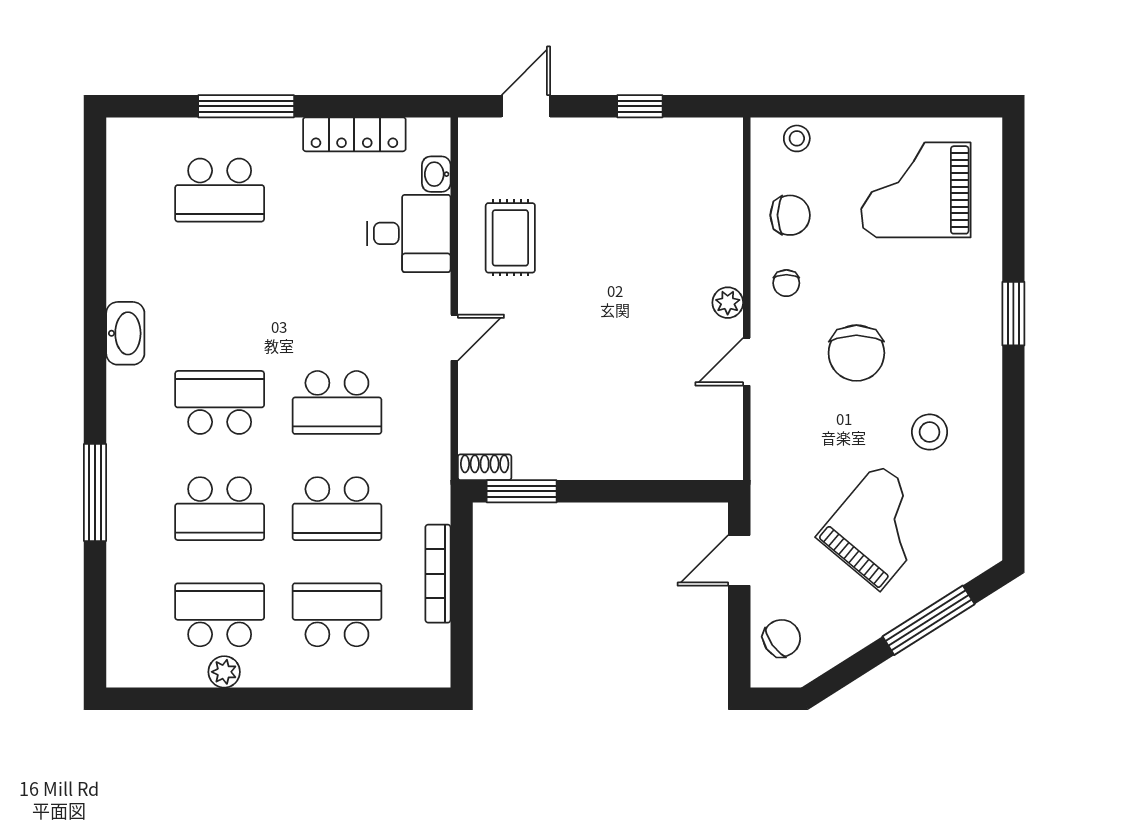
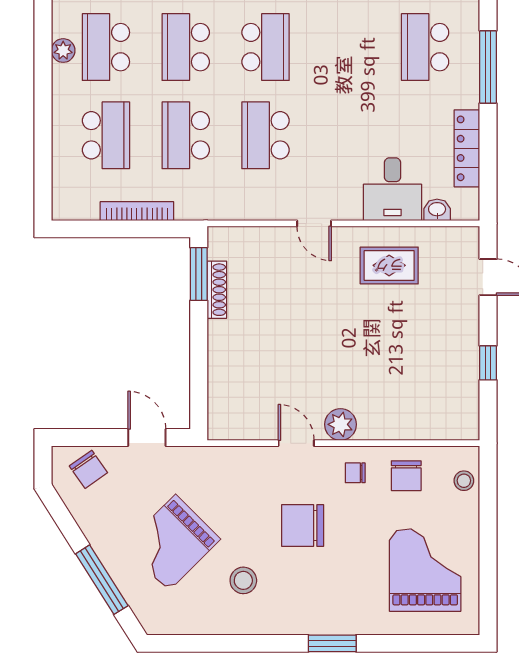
plant: (728, 303) -> (340, 424), width x1.38, depth x1.38
shoe rack: (485, 467) -> (217, 290), moved, width x1.43
grand piano: (879, 527) -> (172, 543), turned 95
school desk: (220, 615) -> (106, 47), turned 180

